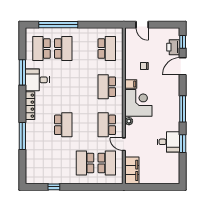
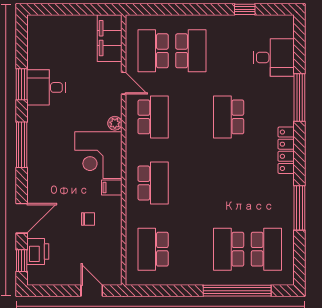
desk: (37, 80) -> (274, 57), moved

